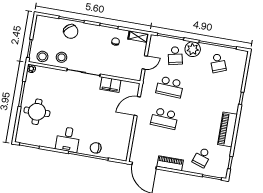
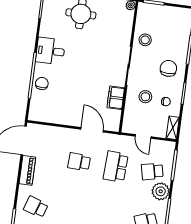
chair: (71, 31) -> (168, 68), moved, turned 129
stool: (42, 56) -> (145, 97), moved
school desk: (164, 118) -> (79, 162), width x0.54

